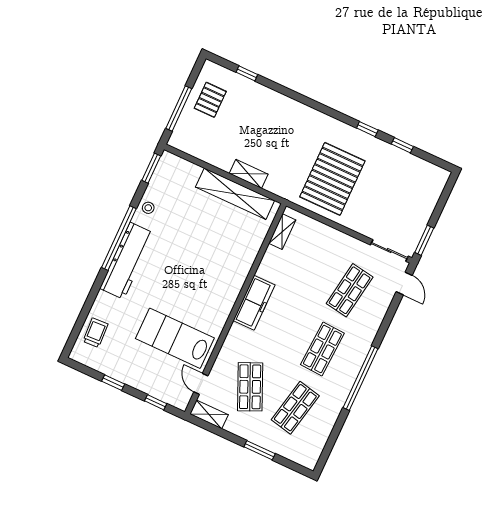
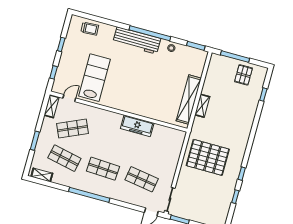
pallet: (210, 100) -> (243, 75), turned 90
shelving: (282, 232) -> (42, 175), moved
freezer: (254, 303) -> (137, 126), moved

